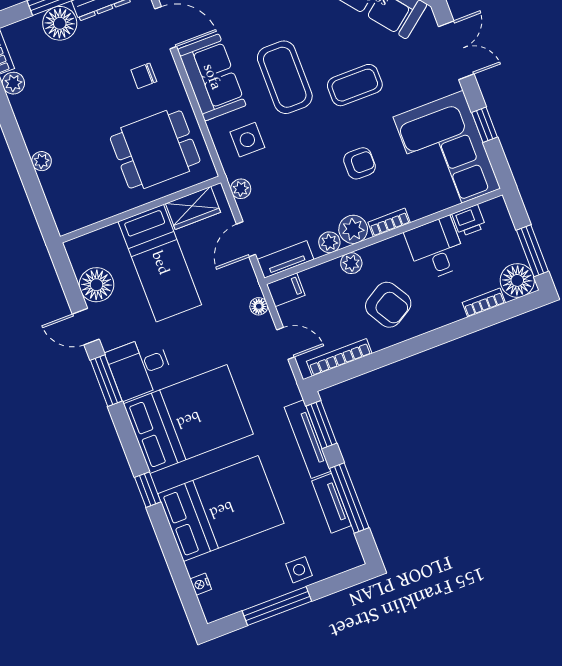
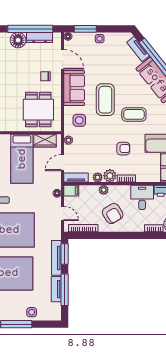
dining table: (155, 149) -> (38, 110), turned 90

